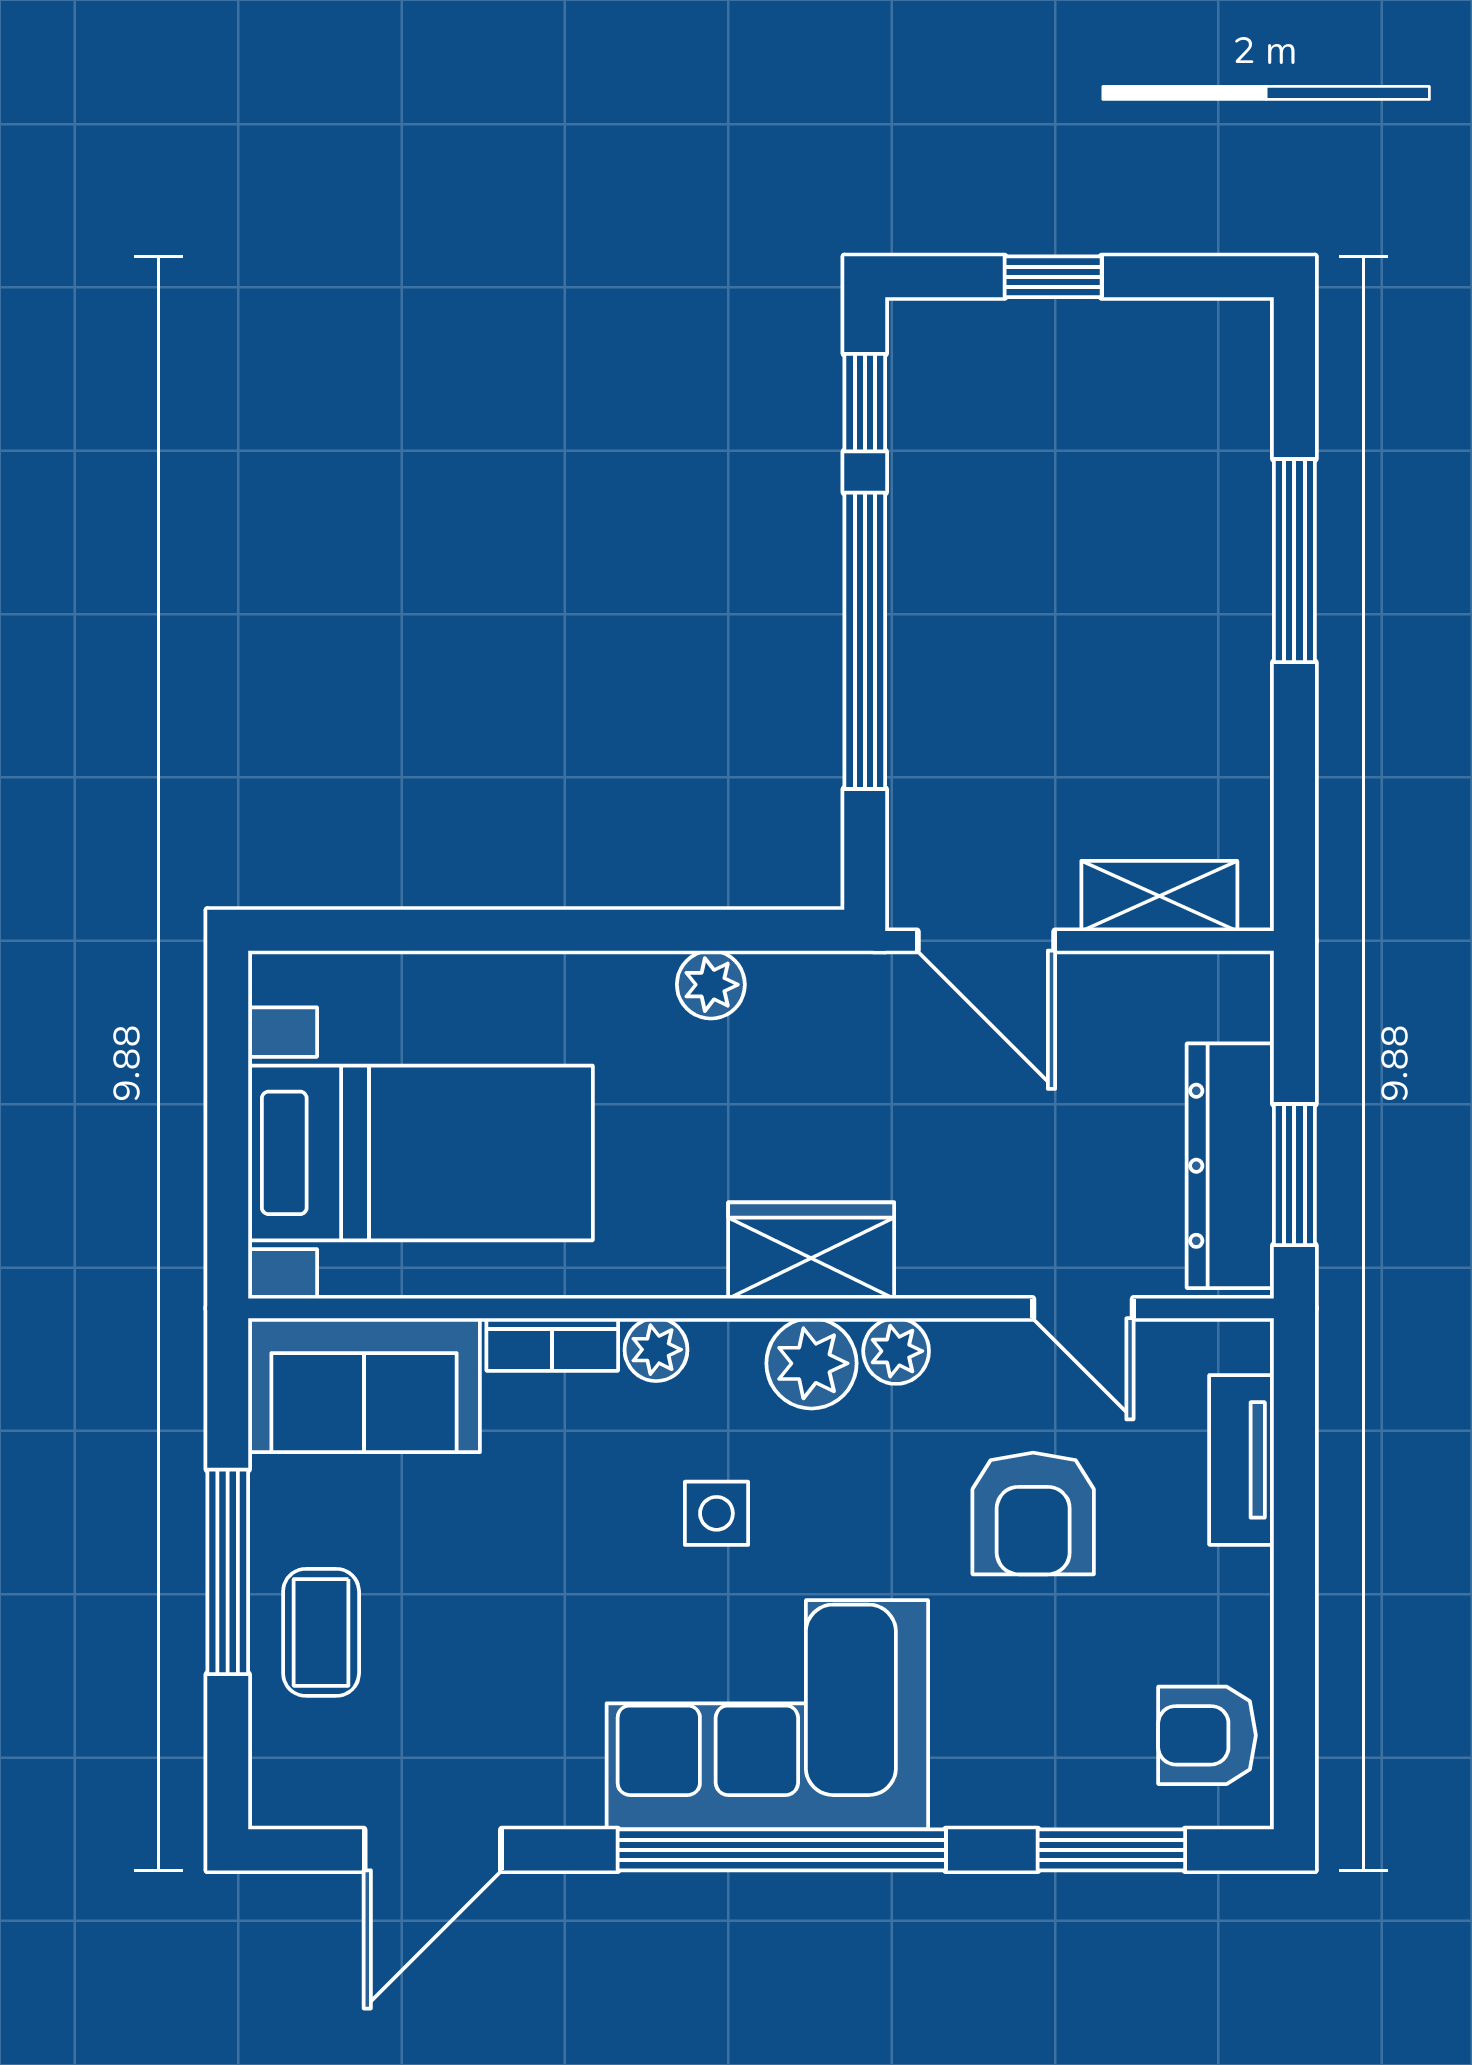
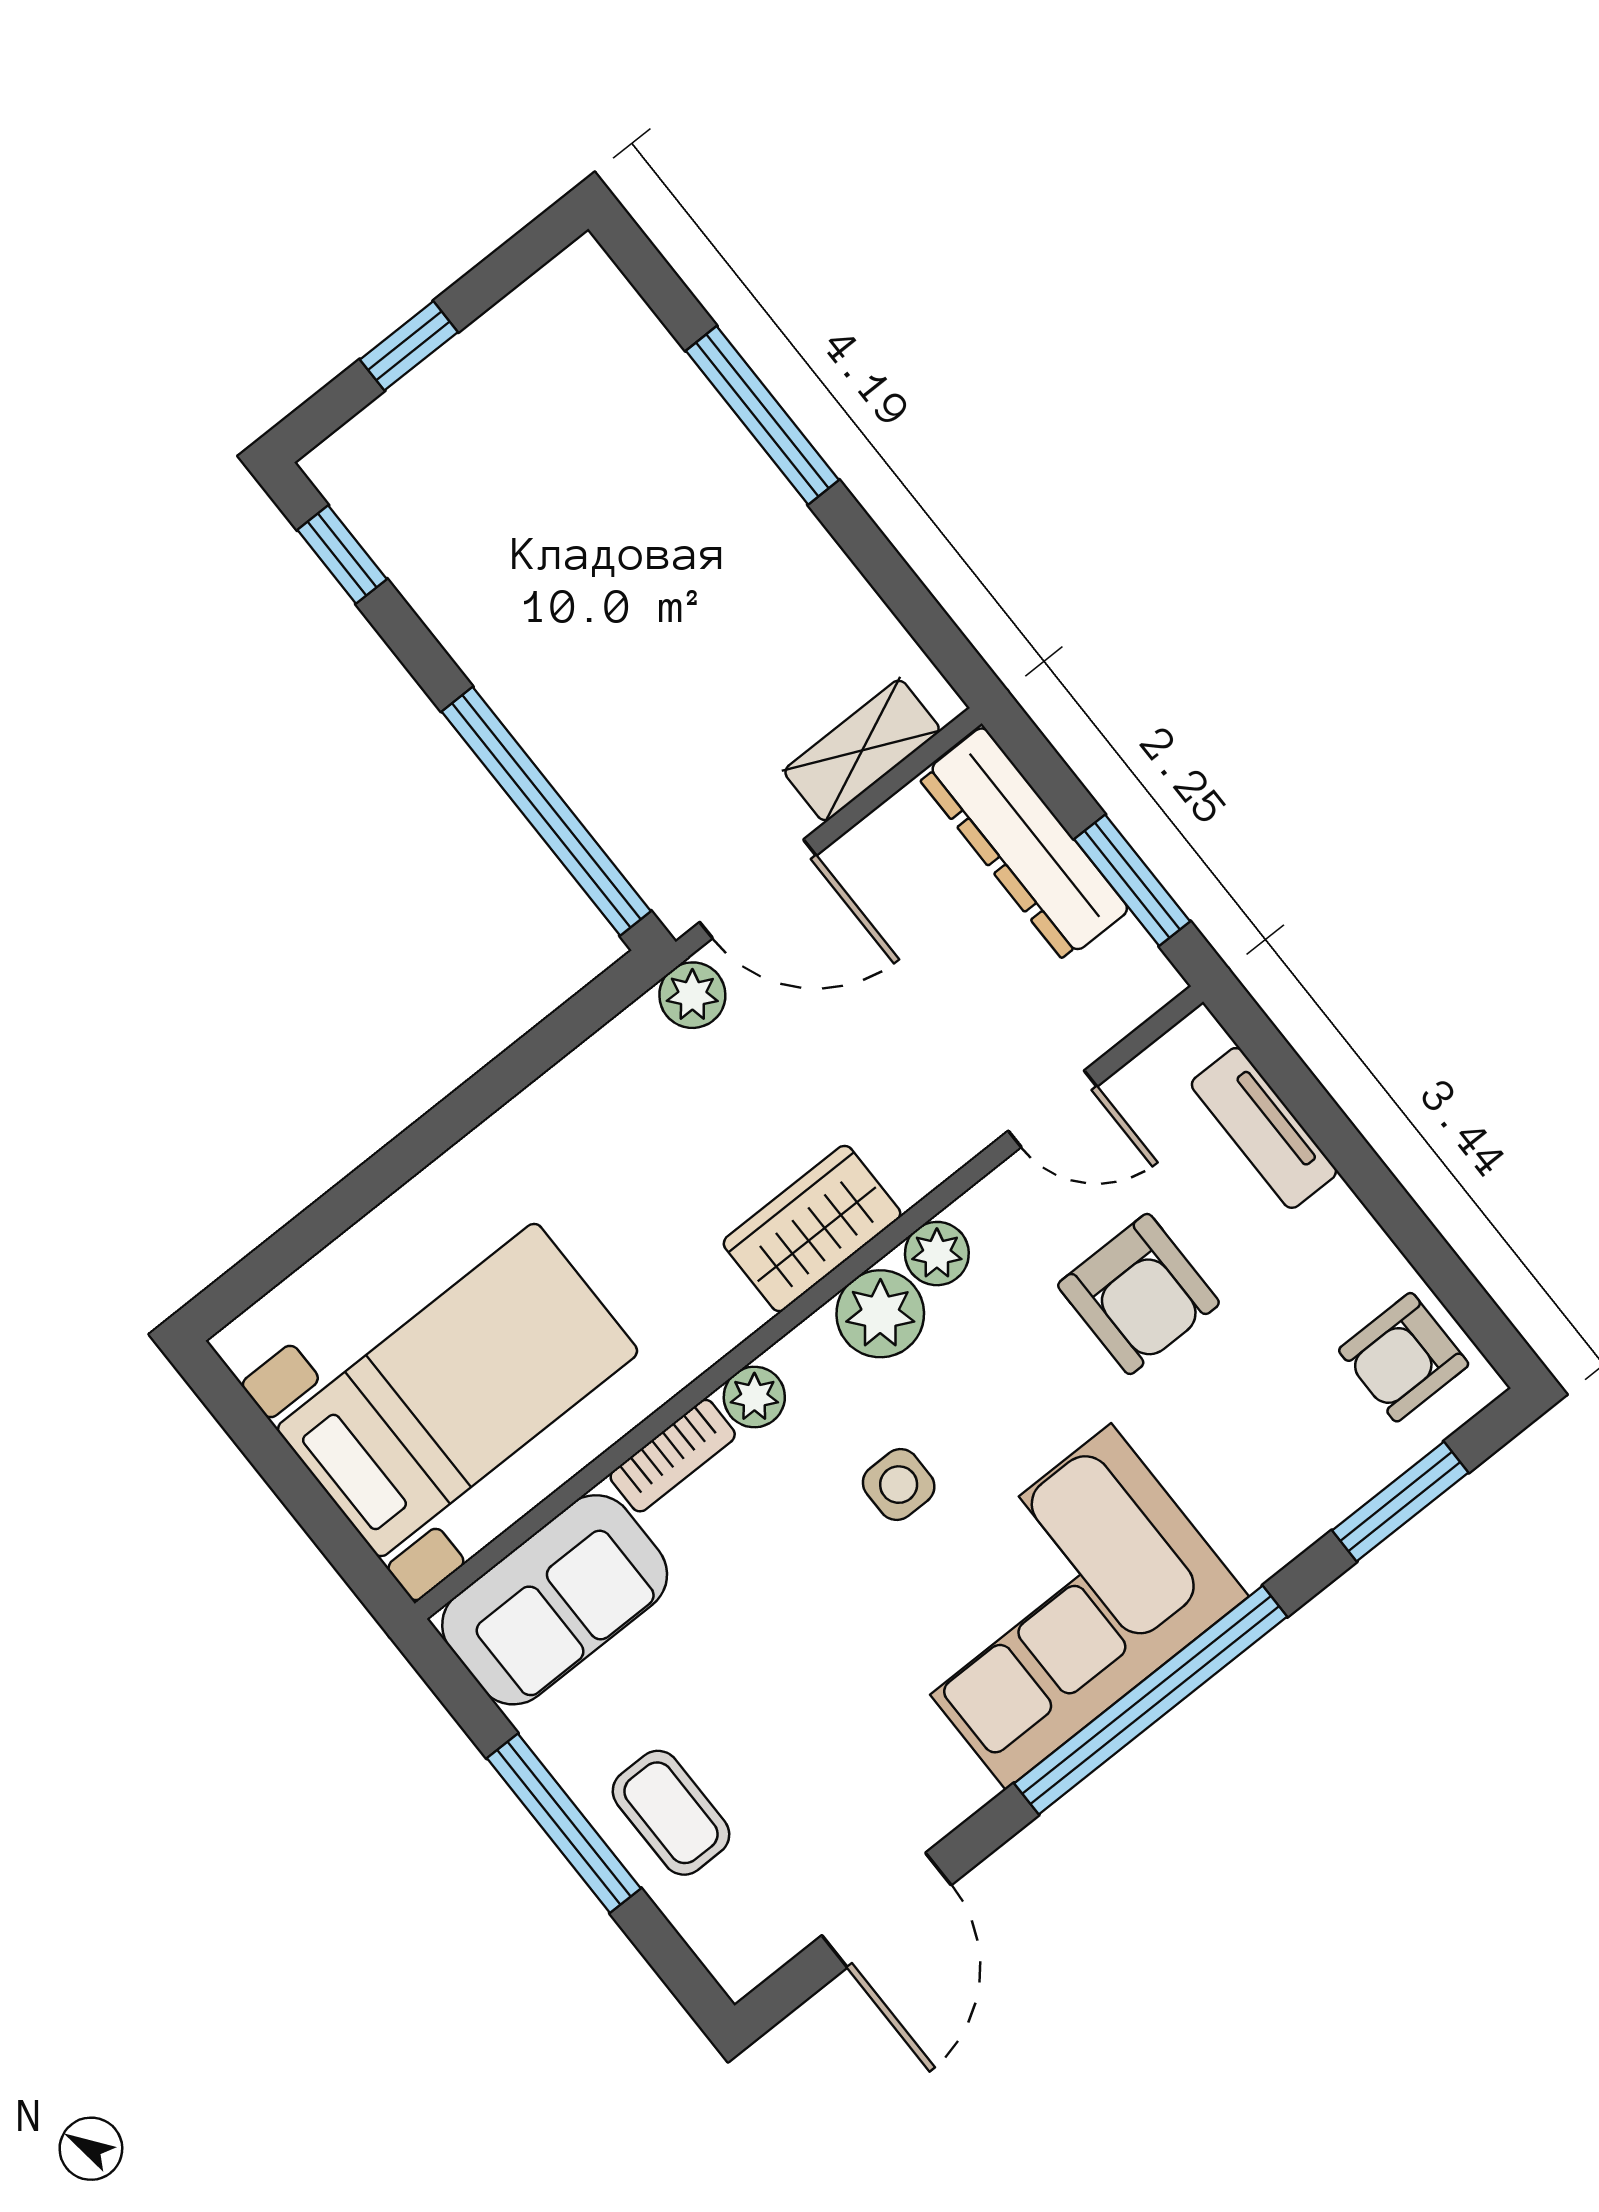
window: (865, 641) -> (546, 811), moved
plant: (711, 985) -> (692, 995), moved
dresser: (1230, 1166) -> (1024, 844), moved

